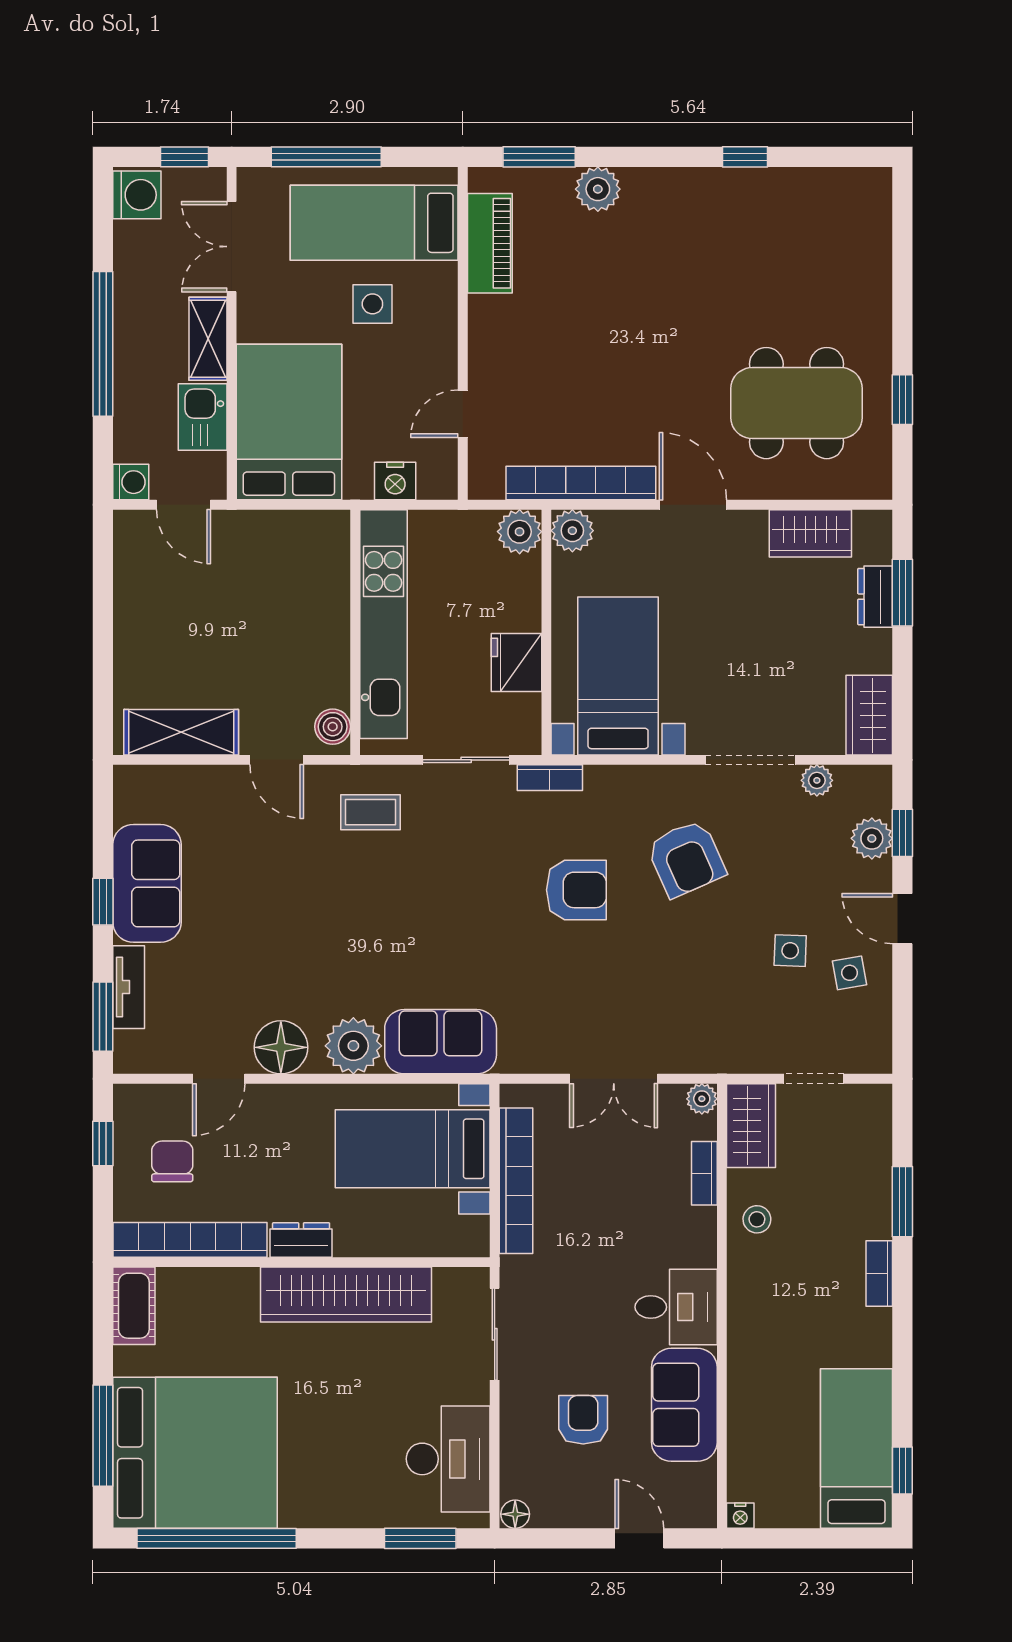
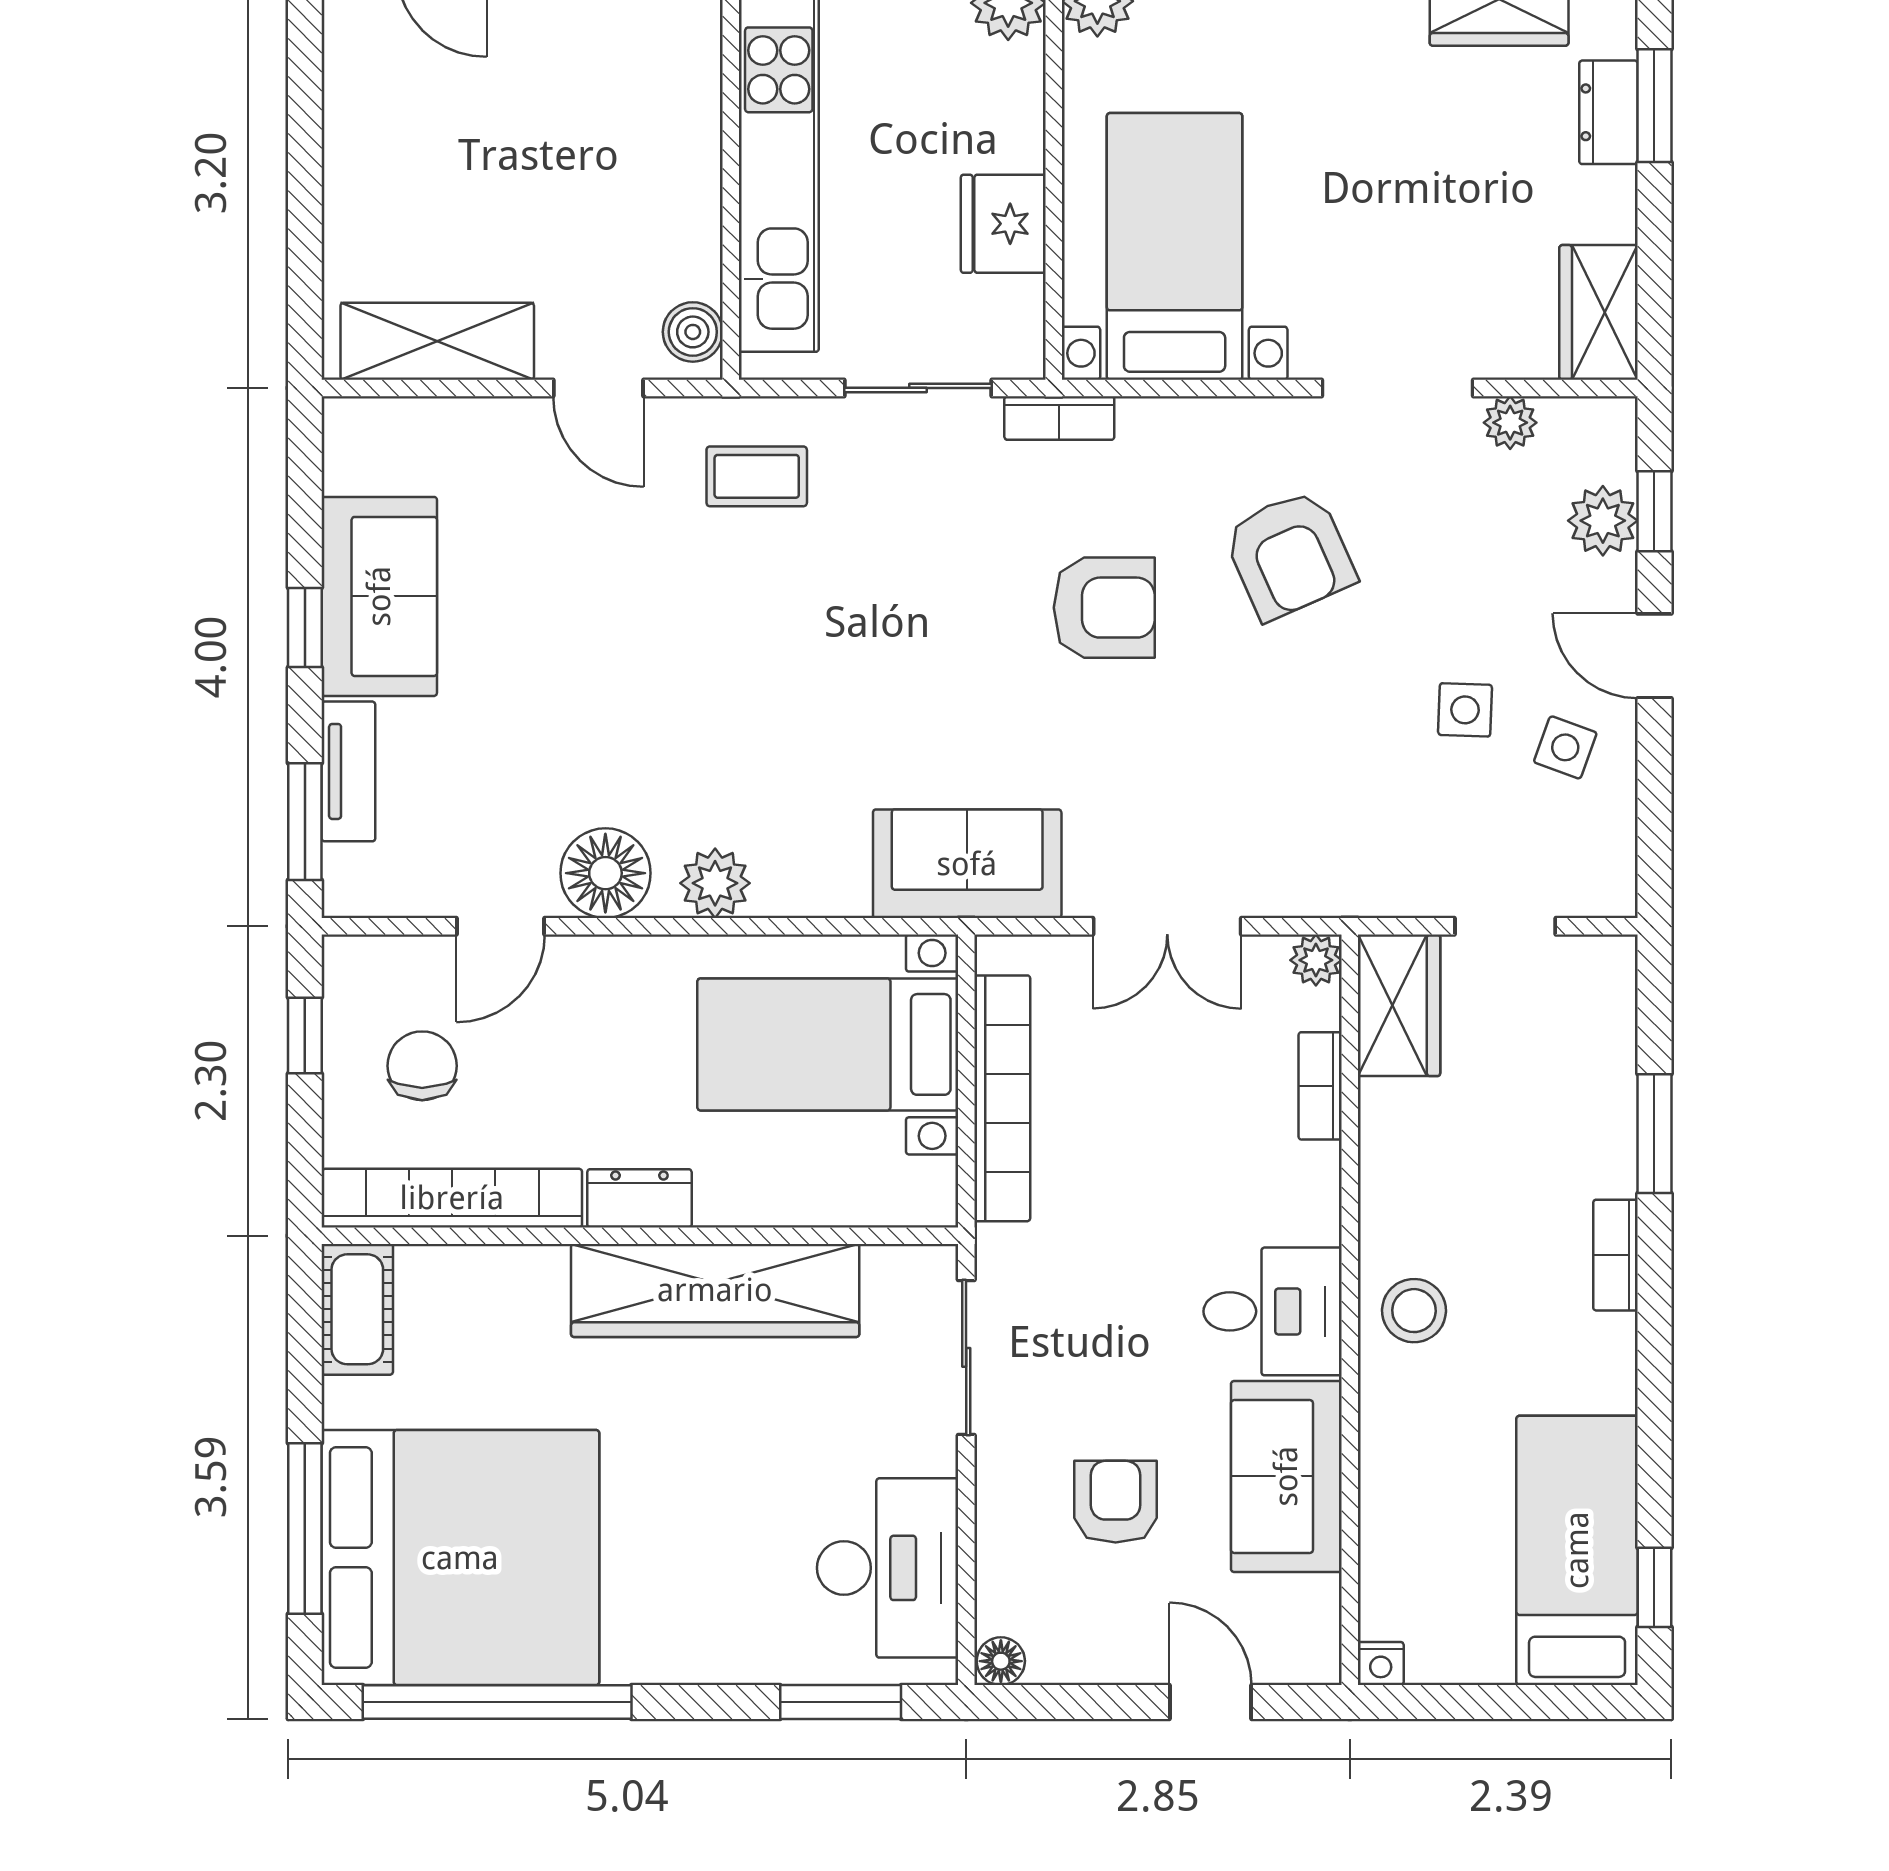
side table: (850, 973) -> (1565, 747), turned 30
sofa: (441, 1042) -> (967, 864), moved
plant: (353, 1046) -> (715, 883), width x0.73, depth x0.73
stool: (757, 1219) -> (1414, 1311), moved, width x1.37, depth x1.37

